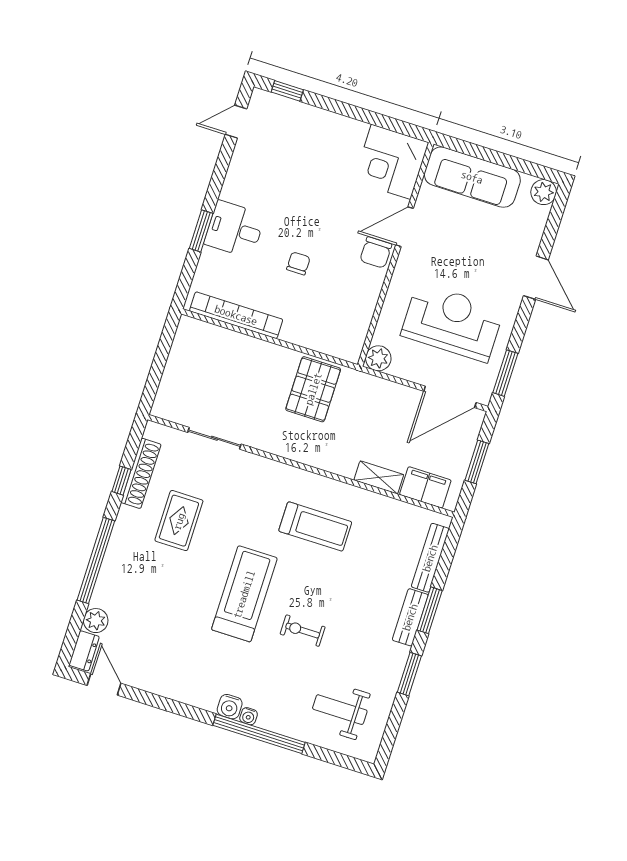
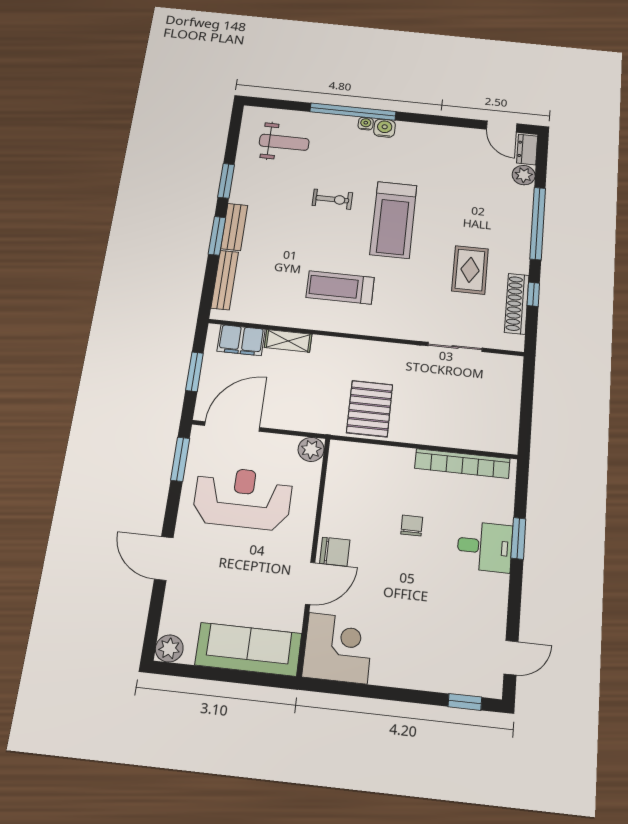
chair: (376, 253) -> (335, 552), turned 90
chair: (298, 263) -> (412, 526), turned 180
reception desk: (452, 322) -> (243, 498), turned 180

